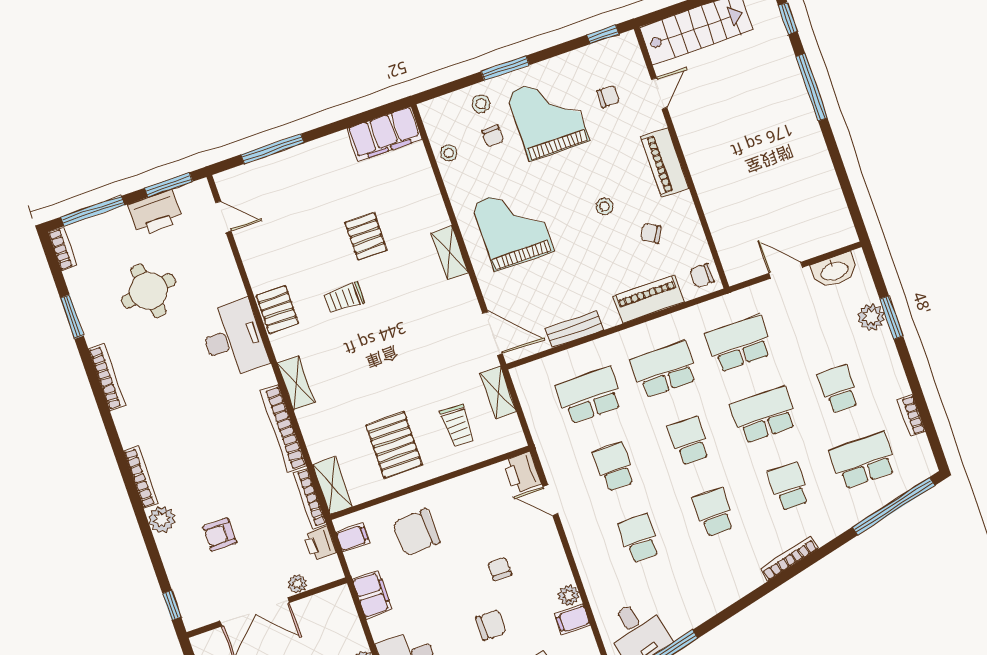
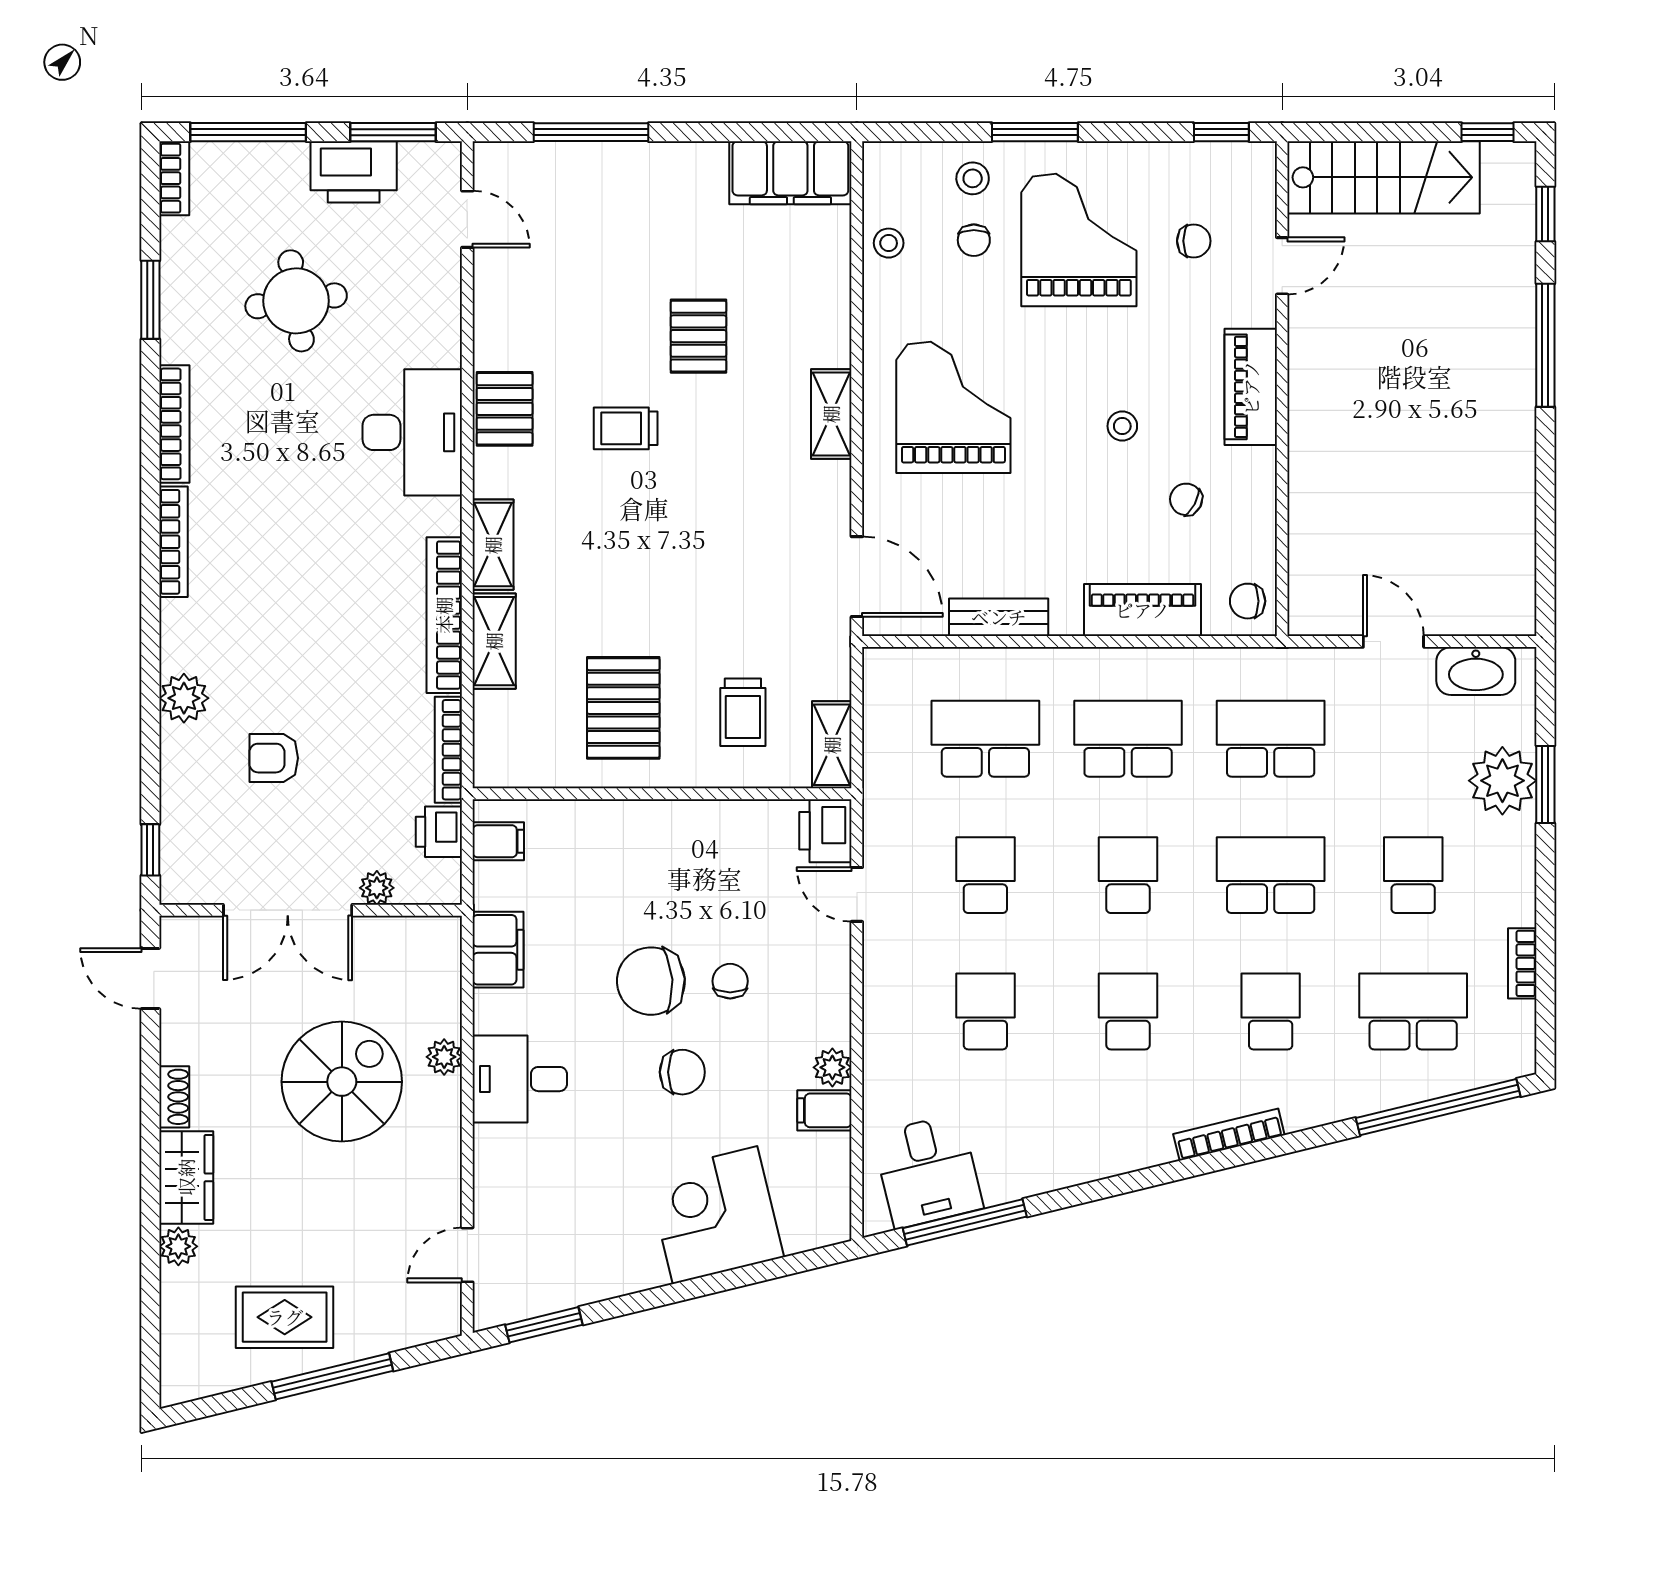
plant: (871, 317) -> (1502, 781), width x1.36, depth x1.36
shelving: (498, 392) -> (832, 745), moved
bookcase: (141, 478) -> (174, 542), moved
shelving: (332, 485) -> (494, 641), moved
chair: (416, 532) -> (651, 981), moved

